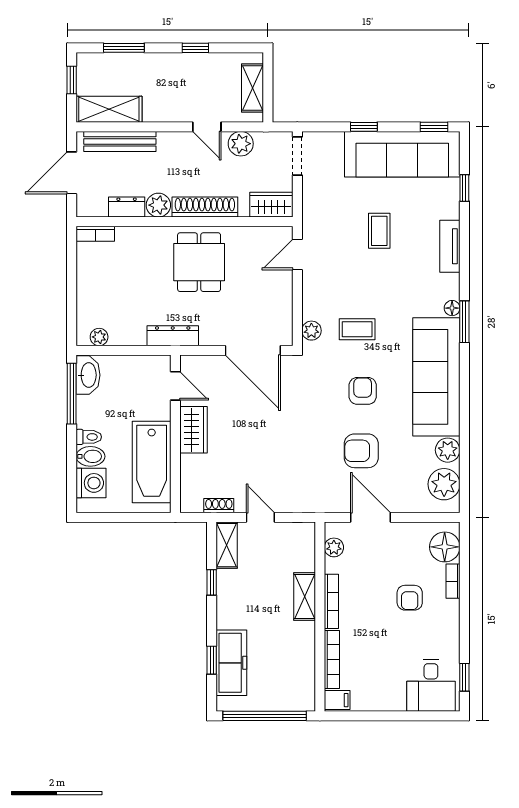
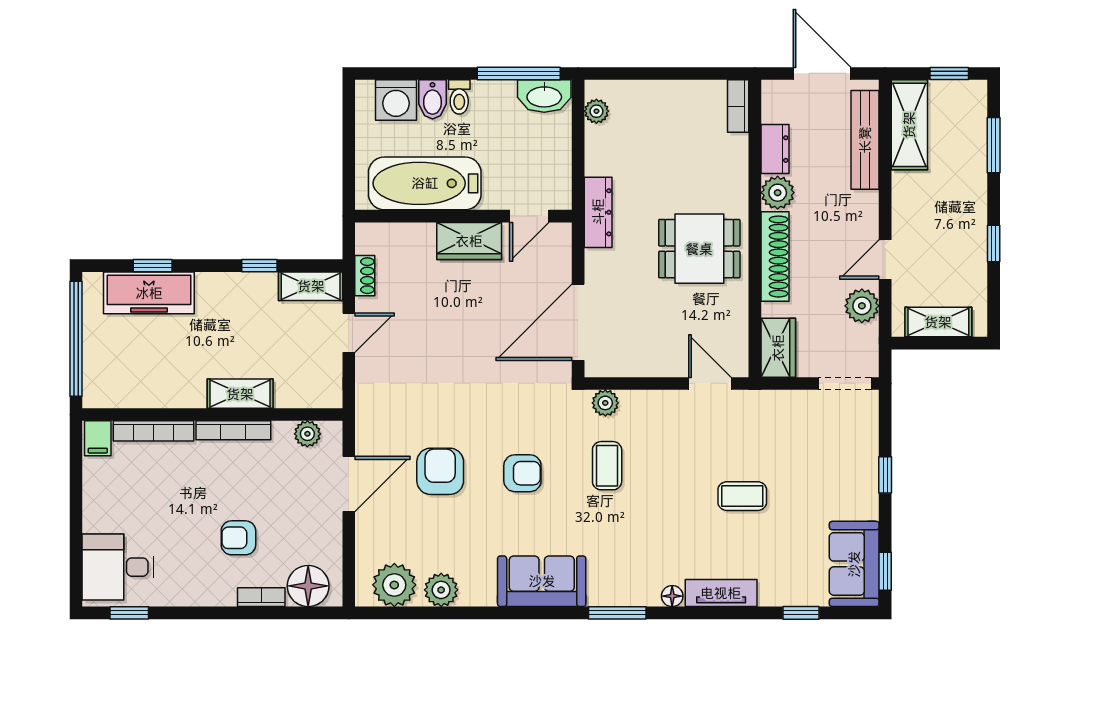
sofa: (402, 154) -> (854, 564), width x0.54, depth x0.79
floor lamp: (452, 308) -> (672, 596), moved
sofa: (436, 377) -> (542, 581), width x0.54, depth x0.79

